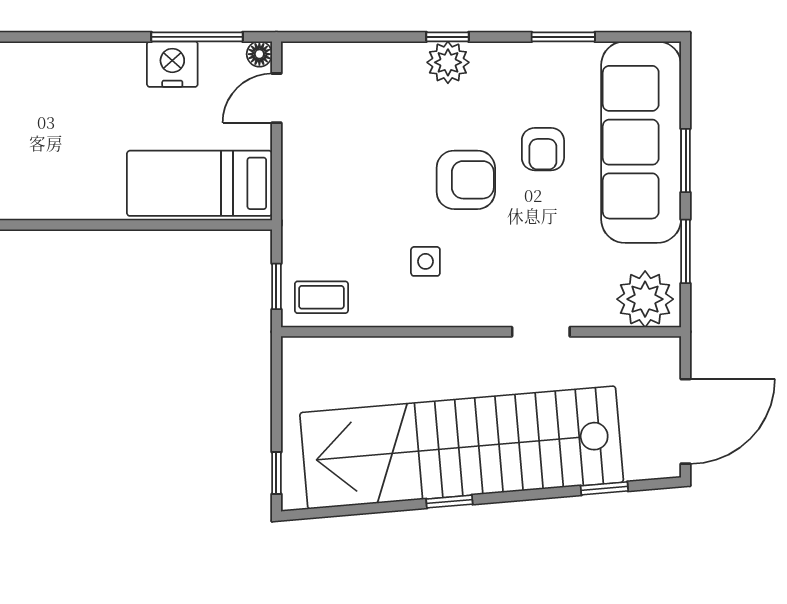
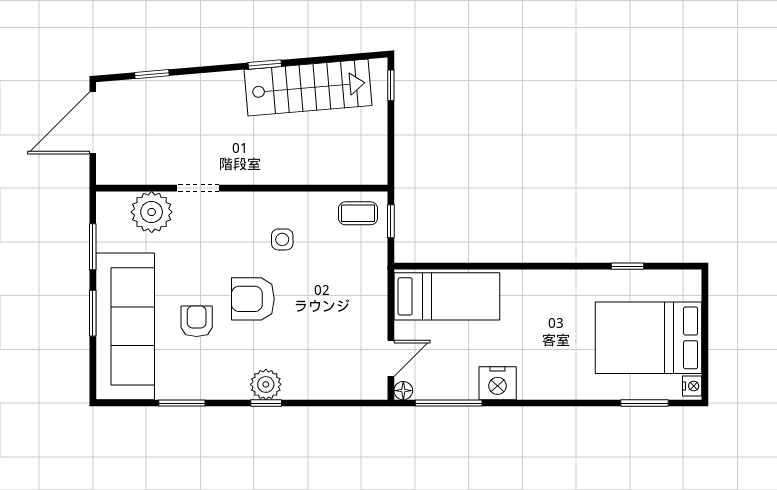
nightstand: (172, 64) -> (498, 383), moved
plant: (645, 299) -> (152, 212), moved
stairs: (462, 447) -> (308, 88), width x0.54, depth x0.66

